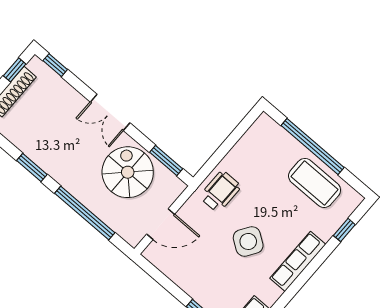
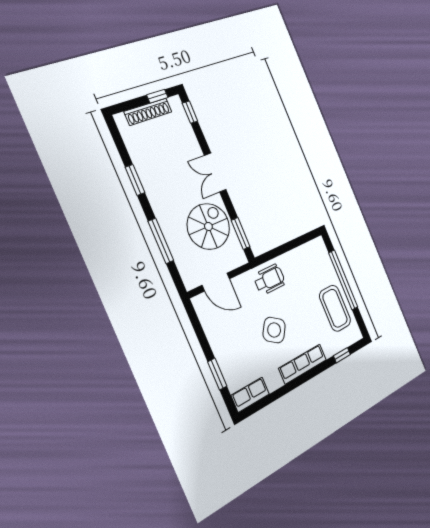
window: (85, 213) -> (161, 241), width x0.68

